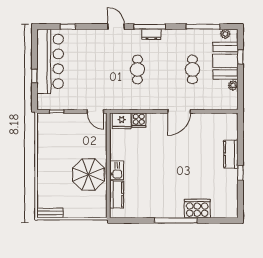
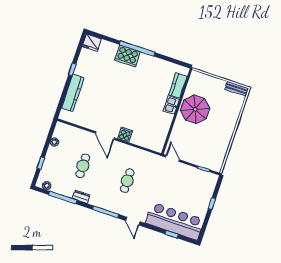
dresser: (151, 34) -> (81, 197), moved
bar counter: (50, 61) -> (175, 221), moved, turned 90
booth: (225, 61) -> (54, 164), removed
door: (179, 111) -> (105, 136), swing flipped
cooker: (139, 120) -> (125, 135), moved
fridge: (122, 121) -> (92, 43), moved, turned 180
kitchen counter: (231, 154) -> (73, 93), width x1.50
cooker: (197, 209) -> (127, 56), moved

